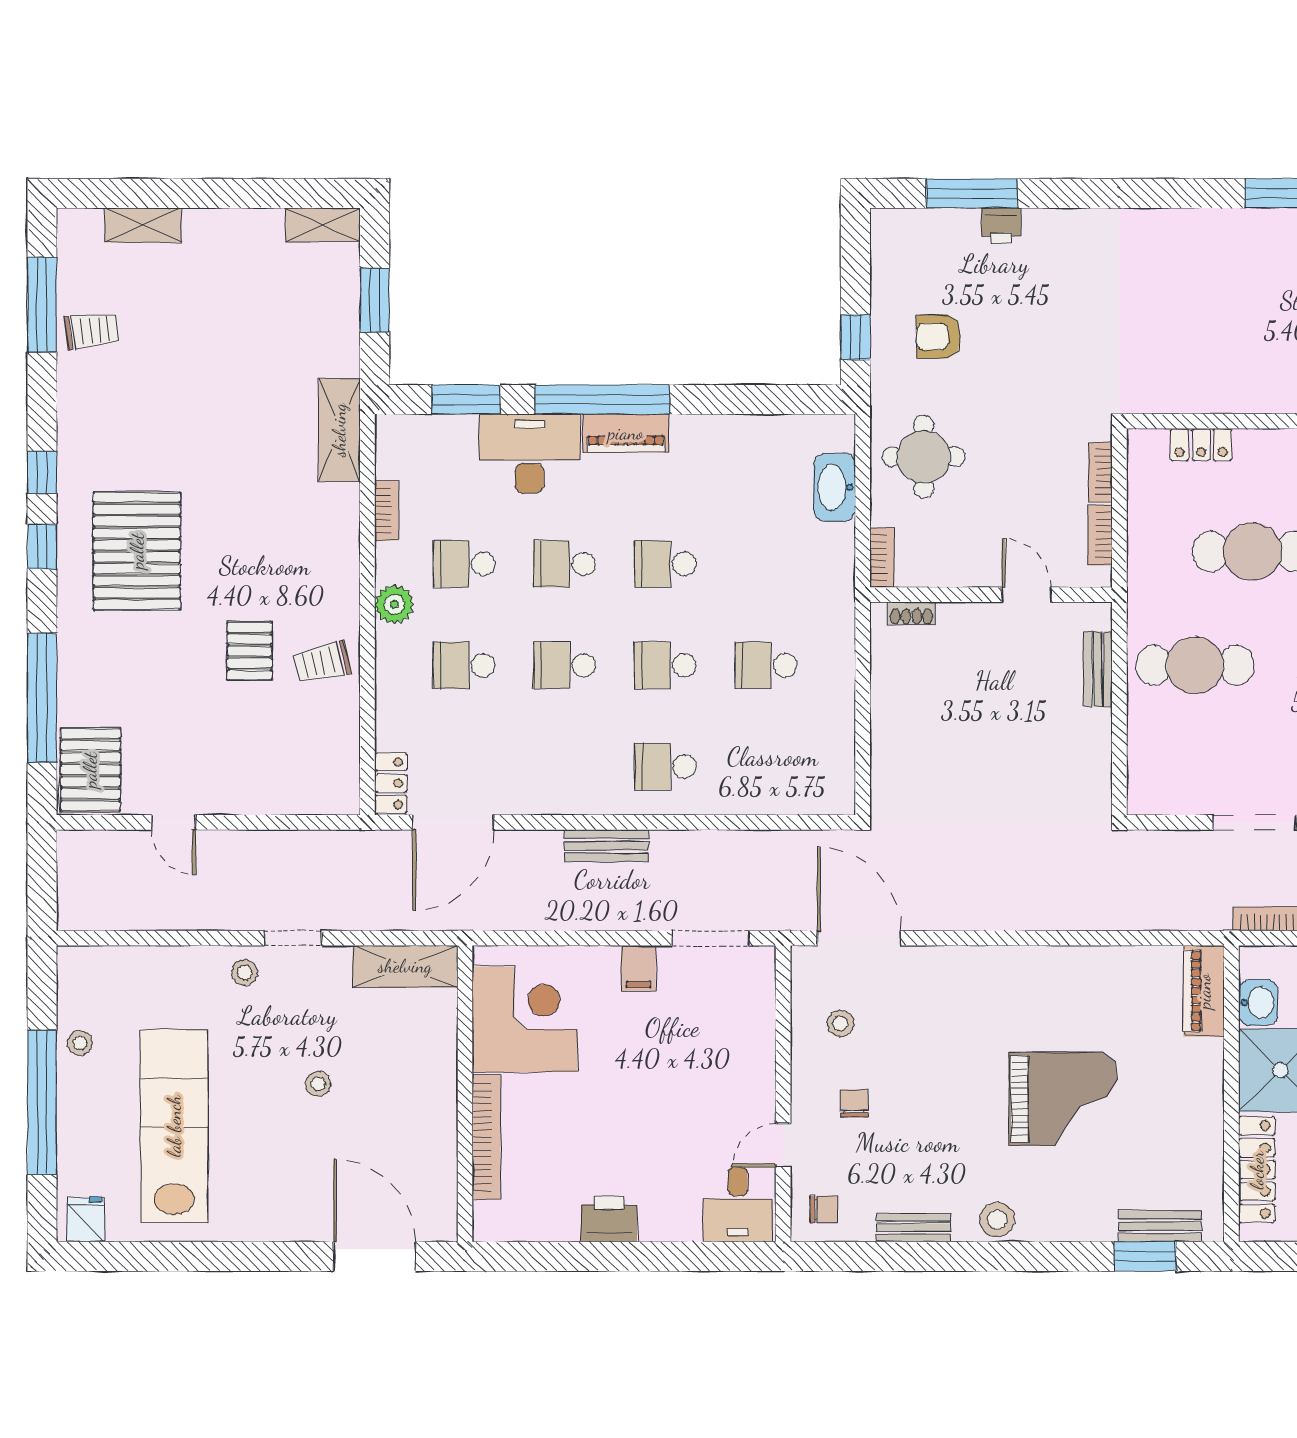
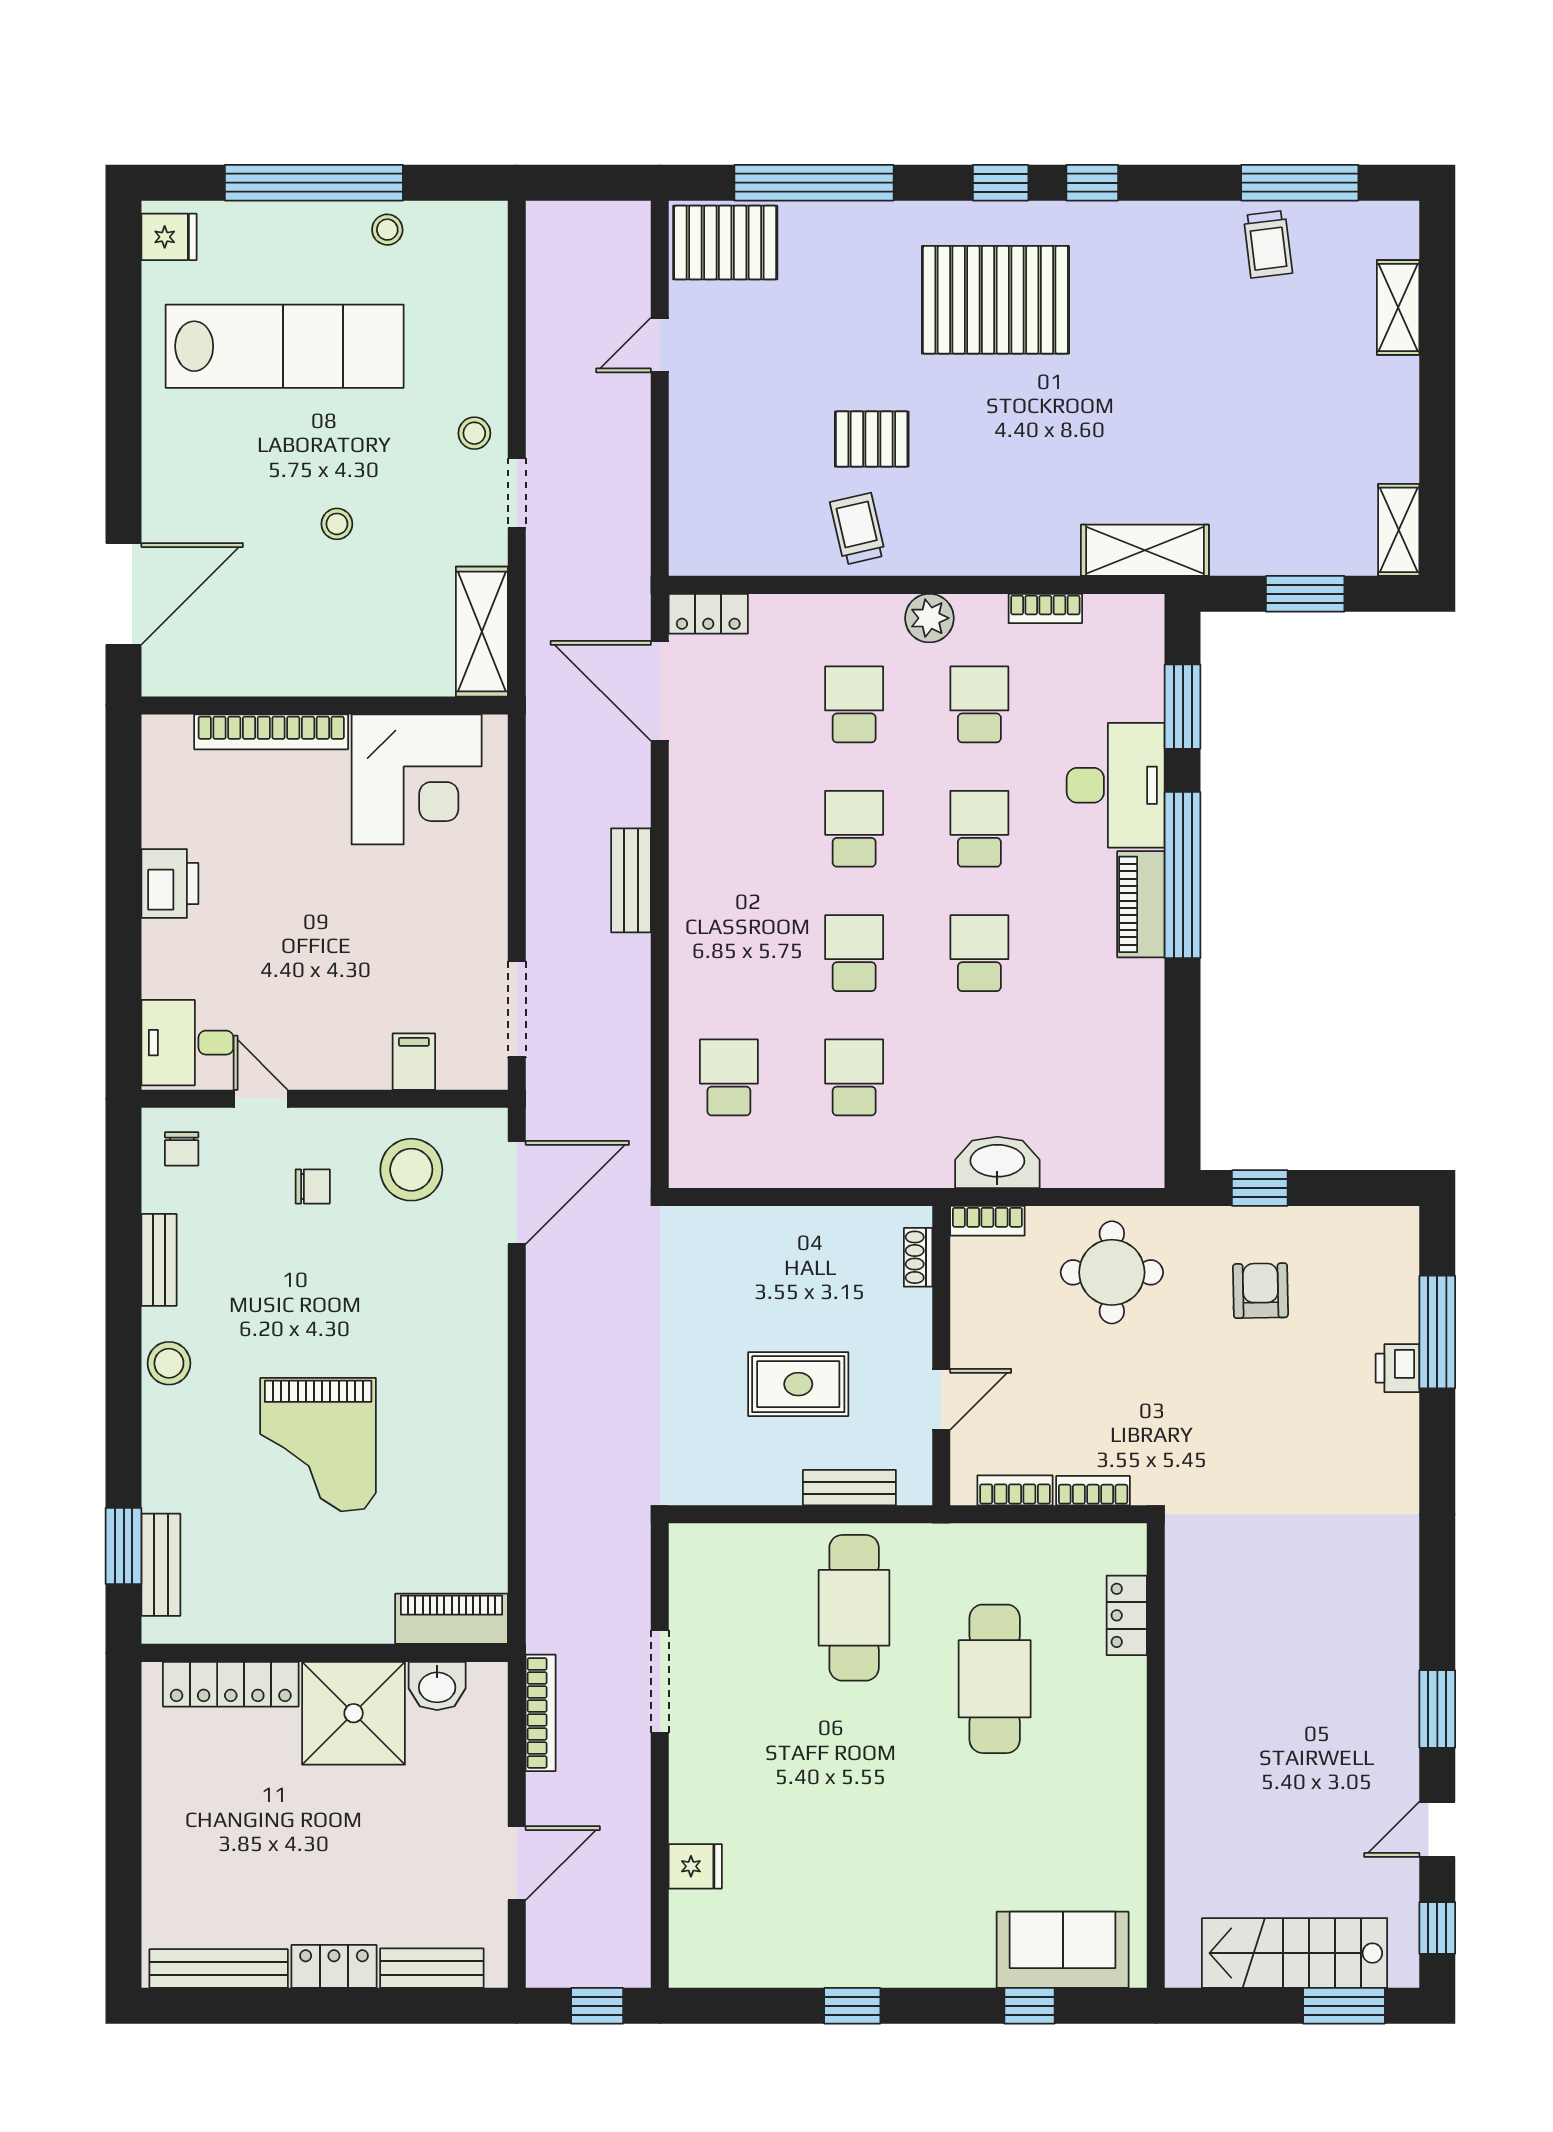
washbasin: (835, 487) -> (997, 1162), moved
rug: (1014, 710) -> (798, 1384), added
school desk: (665, 767) -> (729, 1077), moved
filing cabinet: (639, 968) -> (414, 1062), moved, turned 90
stool: (841, 1023) -> (411, 1170), width x1.89, depth x1.89

